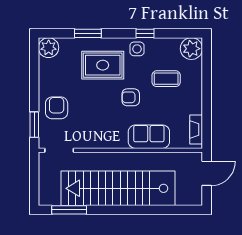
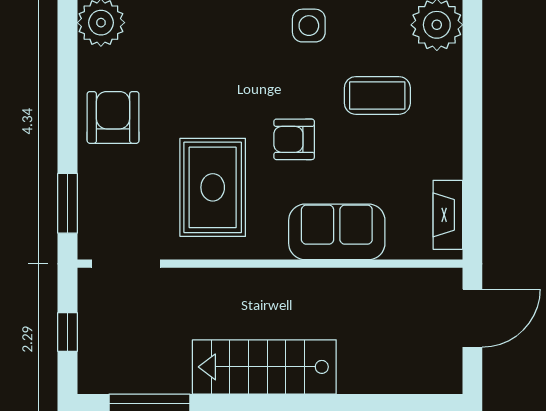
rug: (103, 65) -> (213, 187), moved, turned 90
armchair: (57, 108) -> (113, 117), moved
window: (34, 179) -> (67, 332), added
stairs: (118, 188) -> (264, 367), width x0.54, depth x0.66

